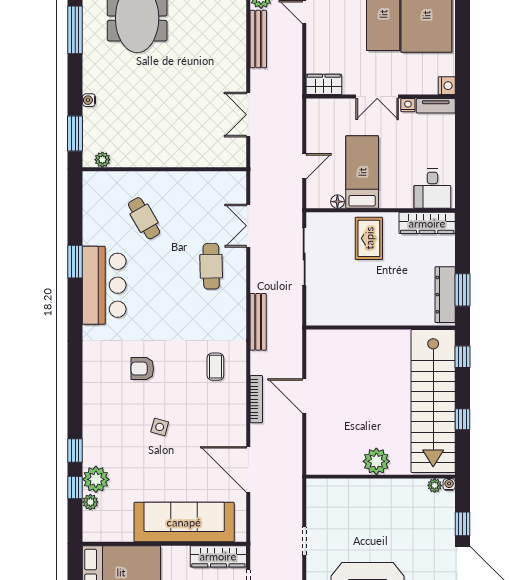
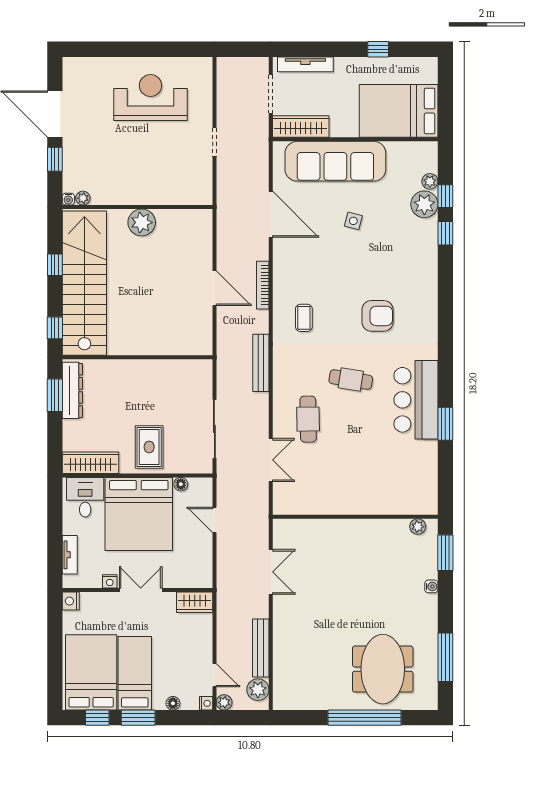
tv unit: (436, 106) -> (70, 555), moved, turned 90
door: (304, 166) -> (214, 520), hinge flipped
bed: (362, 172) -> (139, 514), width x2.04
cafe table: (144, 218) -> (351, 380), moved, turned -51
armchair: (142, 369) -> (378, 316), width x1.38, depth x1.38
side table: (160, 427) -> (353, 221), moved

